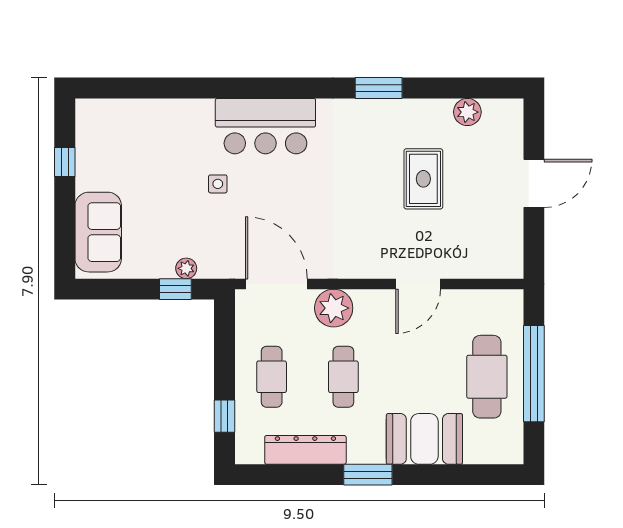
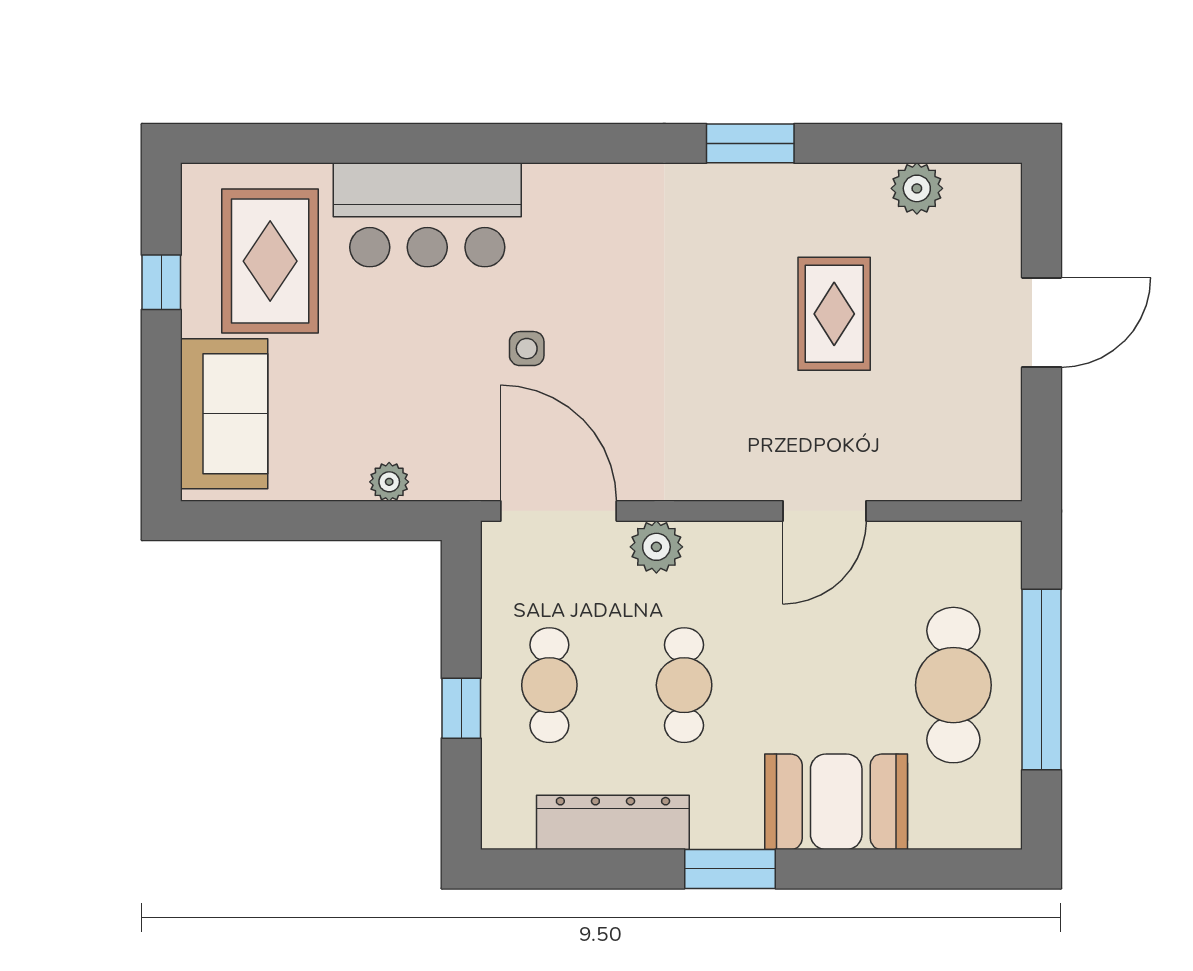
bar counter: (265, 126) -> (427, 215), moved
rug: (123, 151) -> (270, 261), added
side table: (218, 184) -> (527, 349), moved
window: (175, 289) -> (369, 521), removed
plant: (334, 308) -> (656, 547), width x0.73, depth x0.73
window: (225, 416) -> (461, 708), moved

